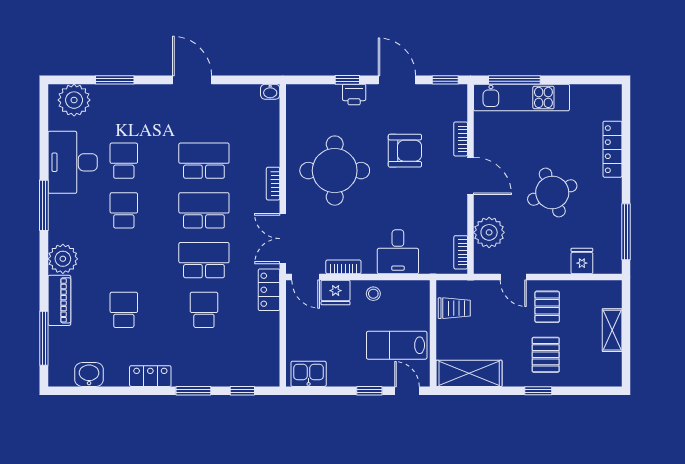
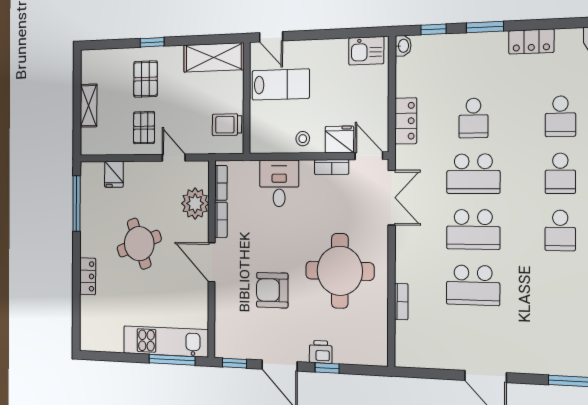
washbasin: (270, 92) -> (403, 46), moved, turned 90
bookcase: (461, 139) -> (221, 220), moved
locker: (612, 149) -> (88, 276), width x0.66
school desk: (124, 161) -> (560, 173), moved
bookcase: (273, 184) -> (401, 302), moved
locker: (269, 290) -> (406, 121), moved
window: (369, 391) -> (307, 35), removed

